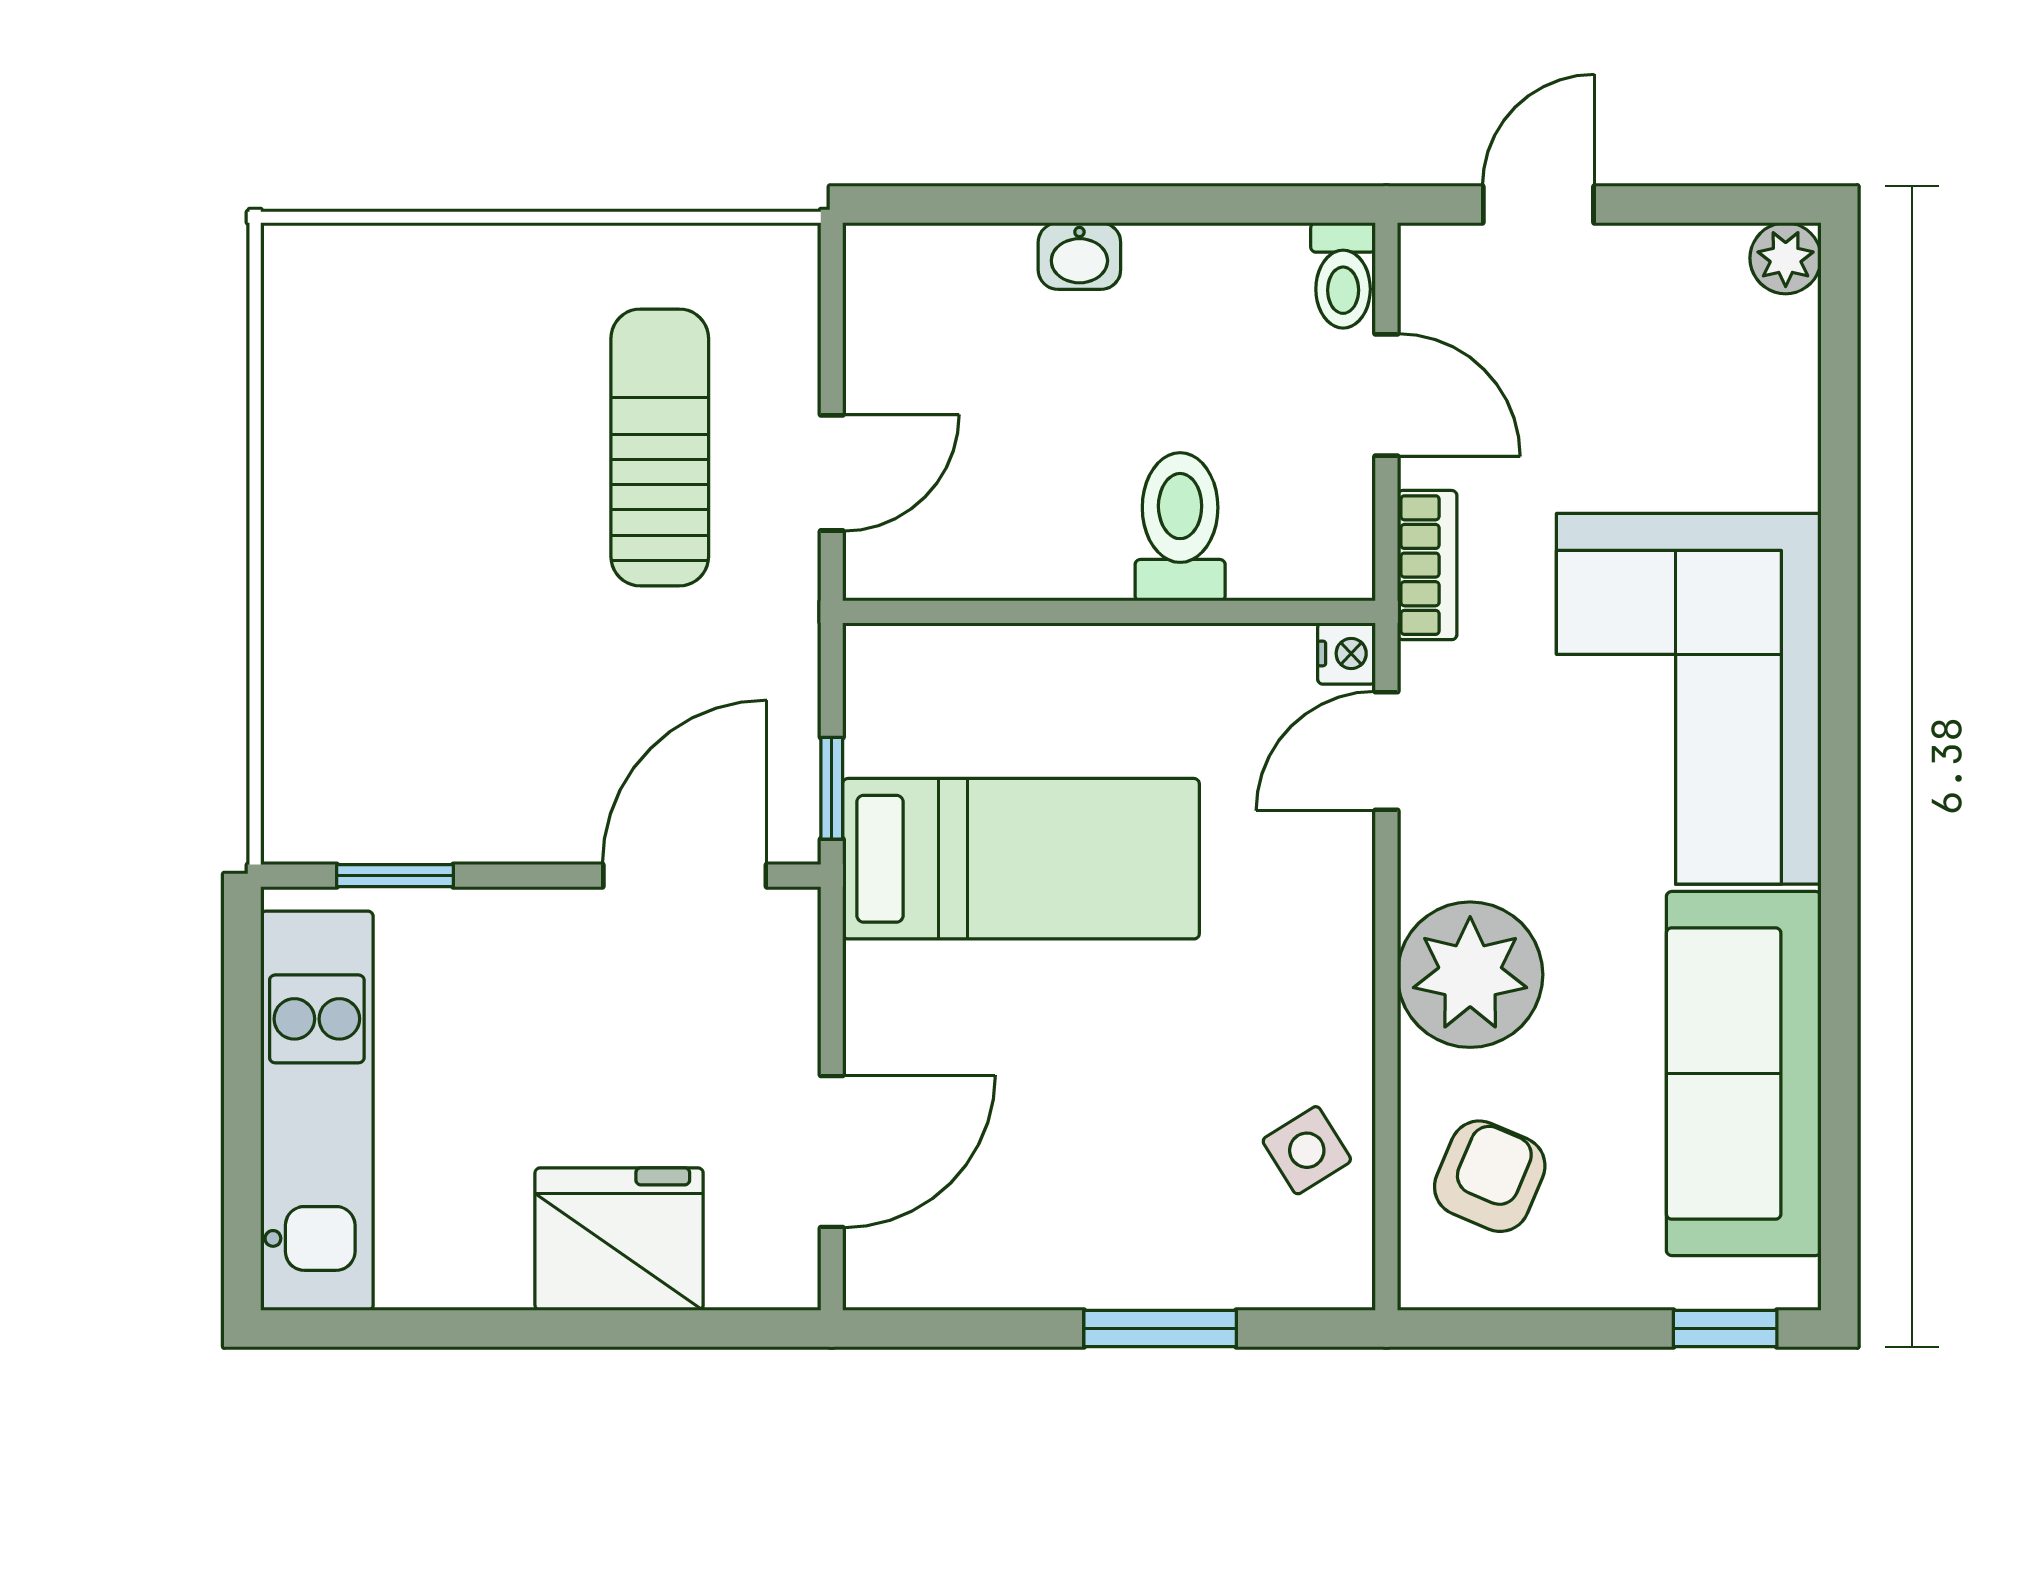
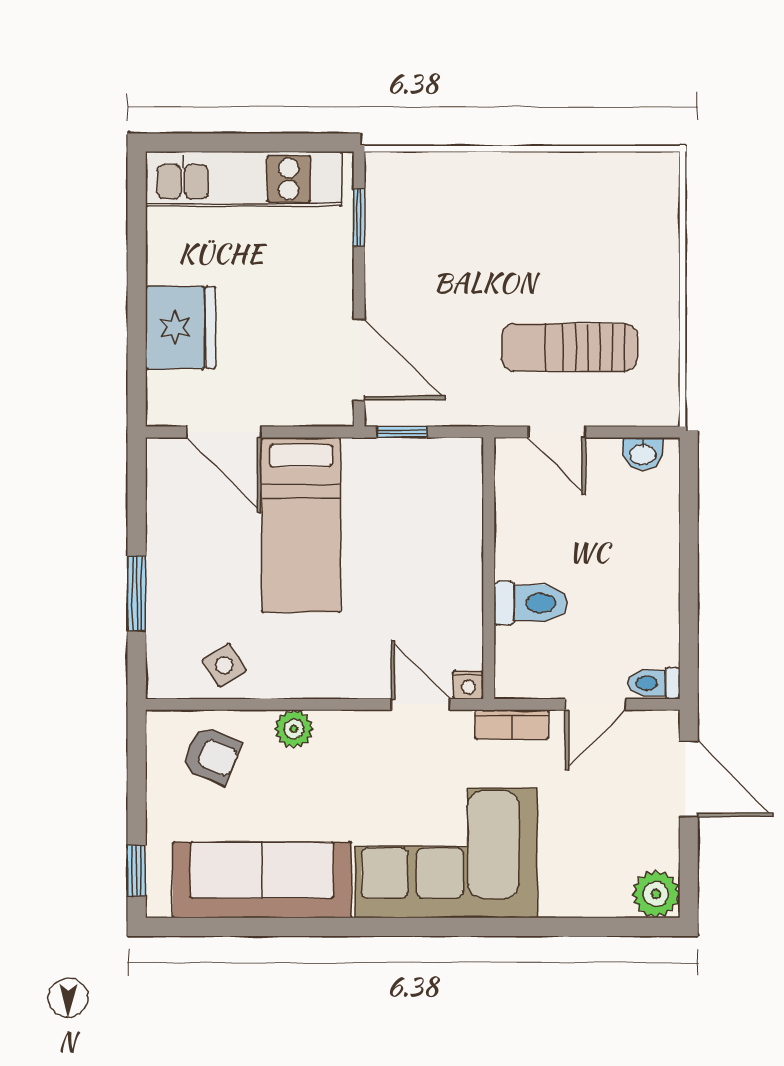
door: (1538, 204) -> (689, 779), width x1.38
washbasin: (1079, 256) -> (643, 454), moved, turned -90
plant: (1786, 258) -> (656, 894), width x1.38, depth x1.38
sun lounger: (660, 447) -> (569, 347), turned 180
bed: (1021, 859) -> (301, 525), moved
plant: (1470, 975) -> (294, 729), width x0.53, depth x0.53

